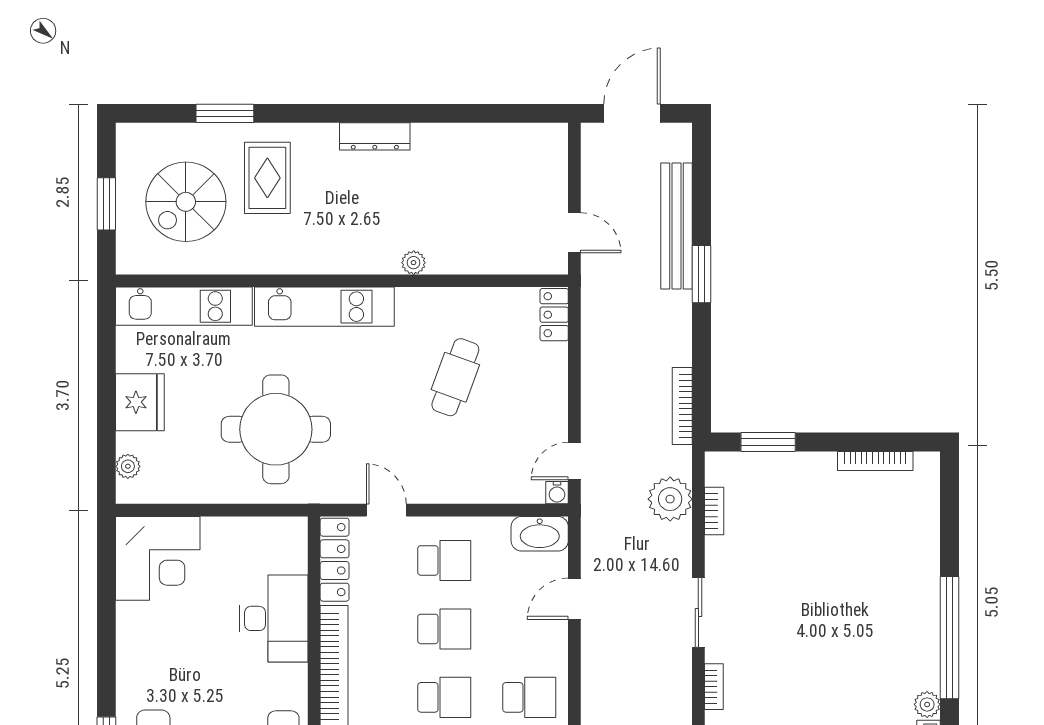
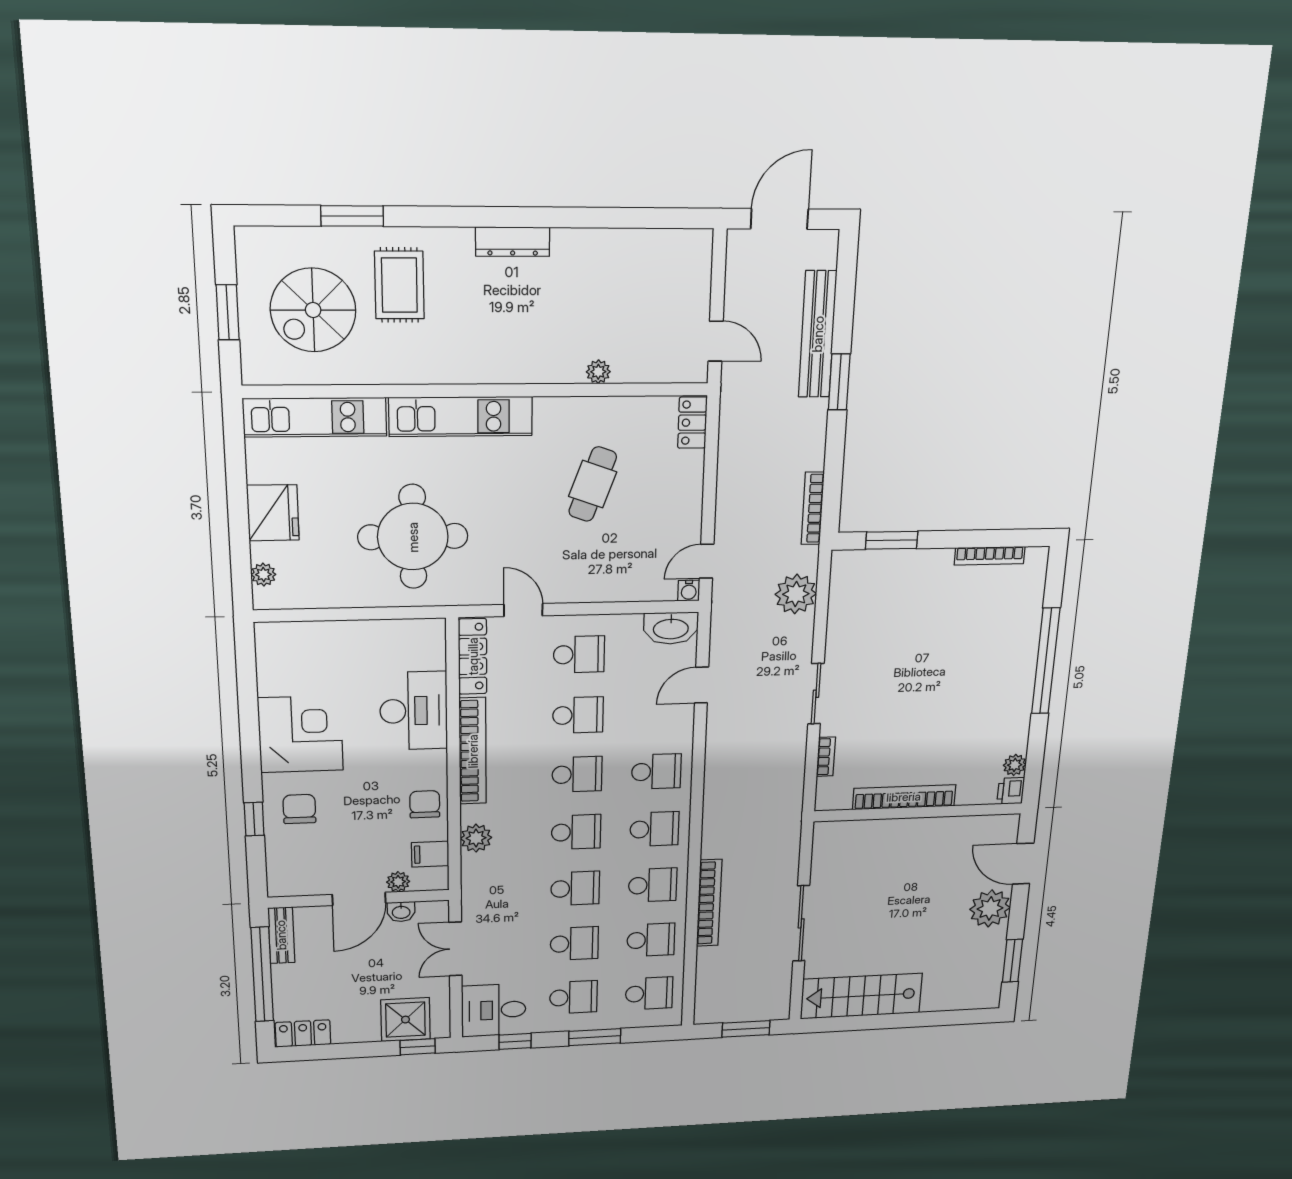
plant: (414, 263) -> (598, 372), moved
bookcase: (714, 511) -> (837, 604), removed
corner desk: (158, 558) -> (301, 734), moved, turned -90
window: (949, 638) -> (1046, 661), moved

